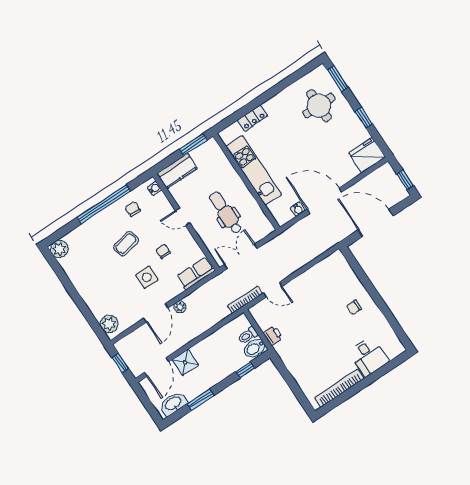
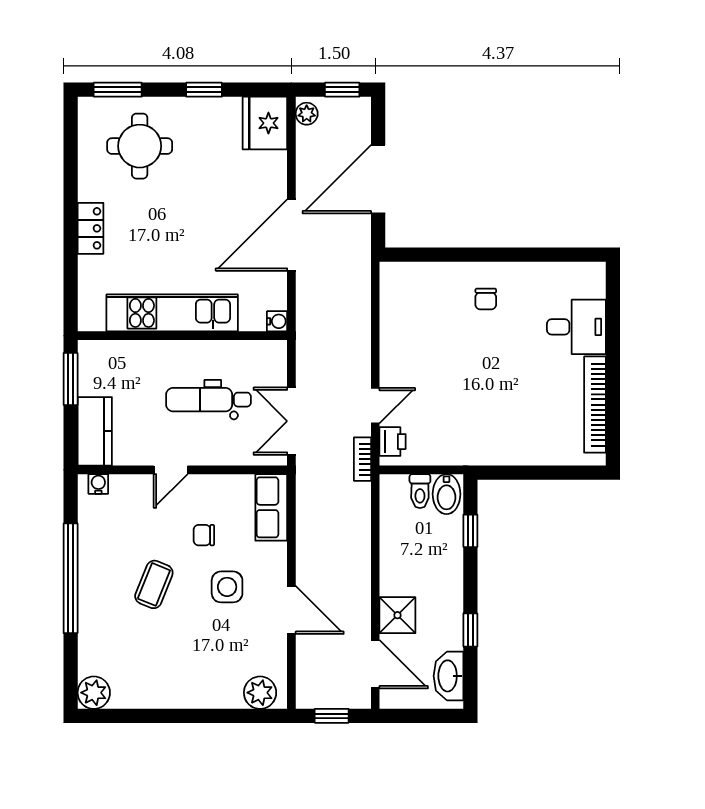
locker: (252, 118) -> (90, 228), moved
chair: (133, 209) -> (107, 538), removed
water cooler: (298, 209) -> (277, 321), moved
coffee table: (126, 244) -> (154, 584), turned 34
bookcase: (245, 300) -> (362, 459), width x0.64
plant: (180, 307) -> (307, 114), moved
printer: (273, 336) -> (393, 442), moved, turned 90
window: (200, 400) -> (470, 630), width x0.67

